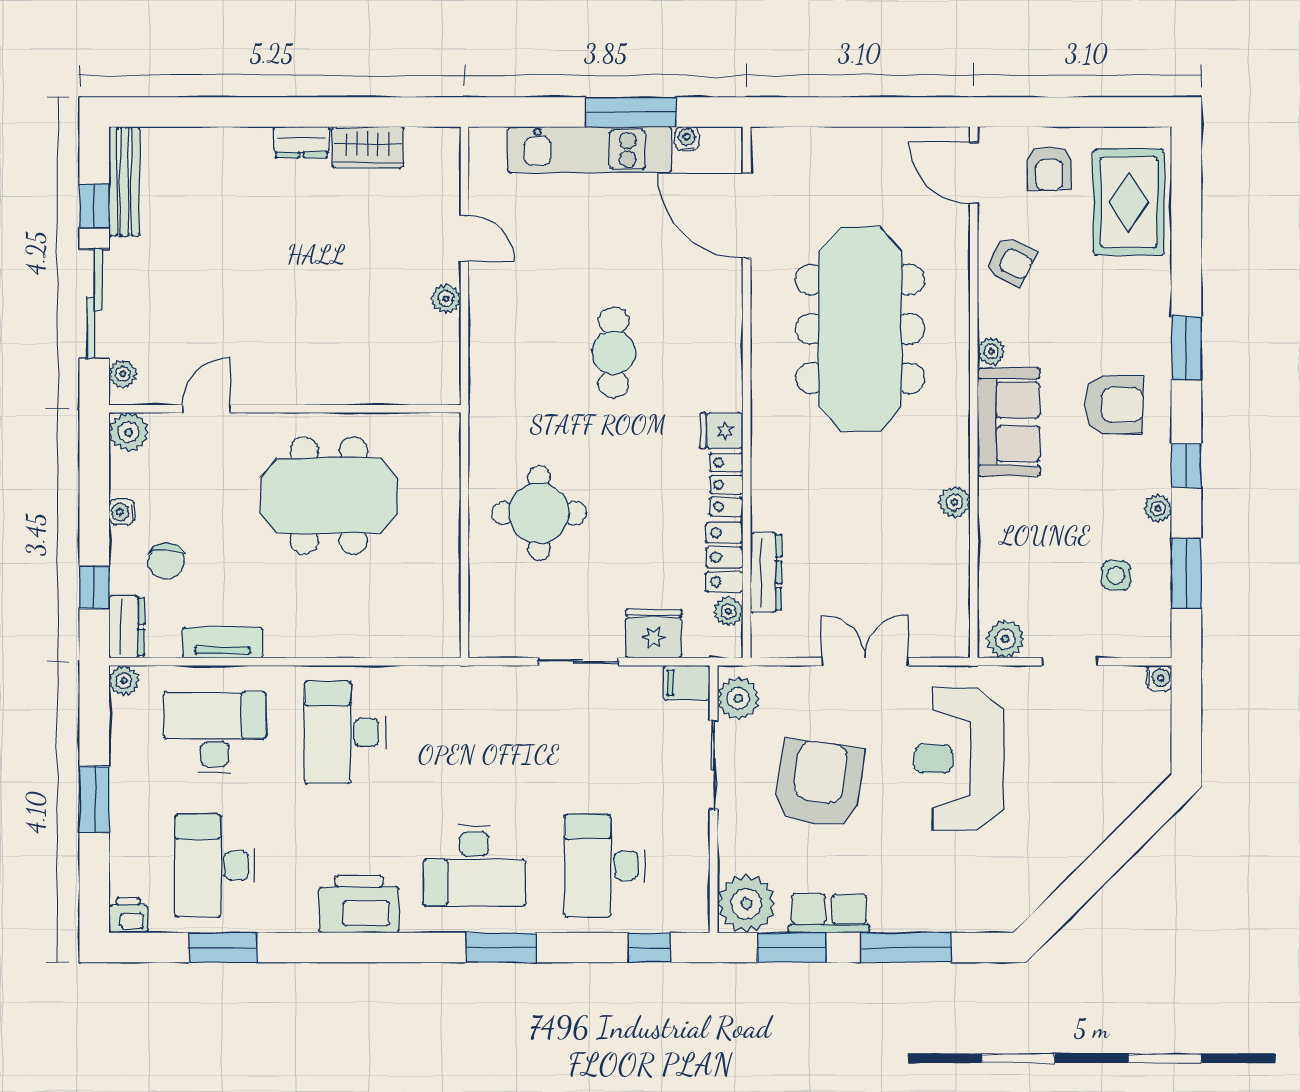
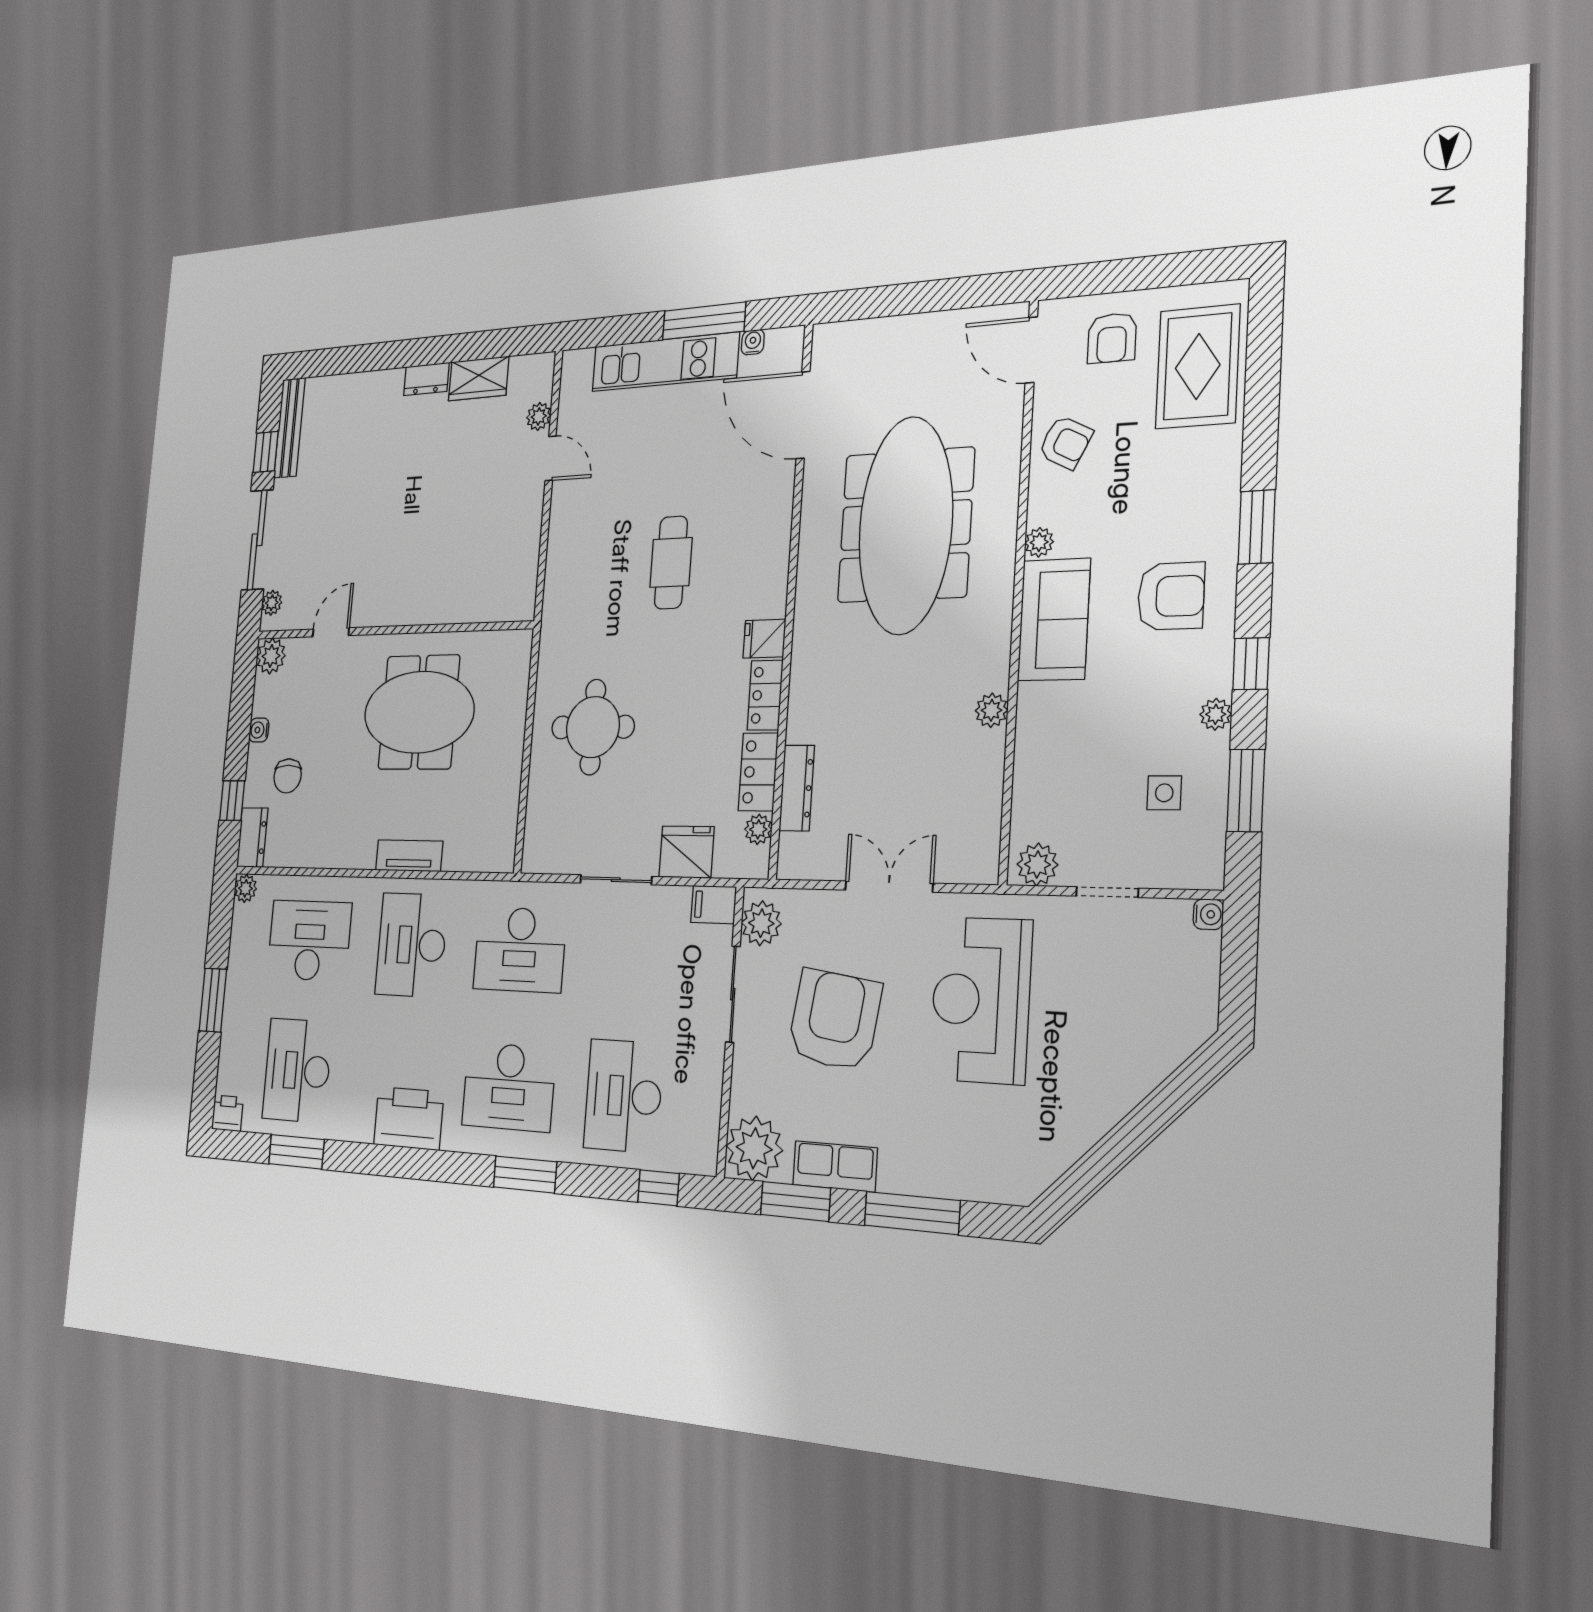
plant: (446, 299) -> (539, 416), moved
tv unit: (223, 643) -> (409, 856), moved
desk: (474, 732) -> (520, 950), added

